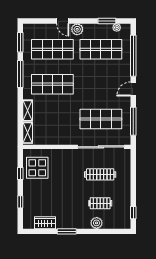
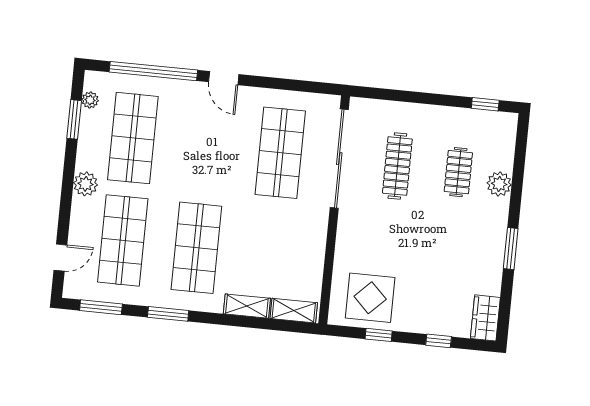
door: (63, 21) -> (60, 258), moved
window: (20, 74) -> (168, 314), width x0.69
window: (133, 121) -> (292, 85), removed
wardrobe: (45, 223) -> (485, 318), moved

